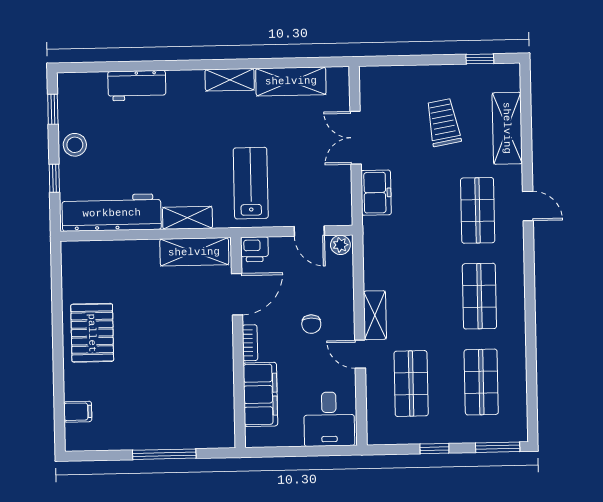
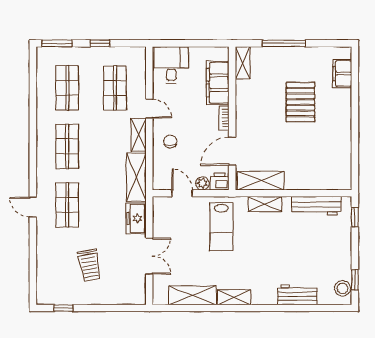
shelving: (507, 128) -> (136, 177), moved
stool: (75, 145) -> (342, 288), moved
window: (54, 178) -> (355, 217), moved
workbench: (112, 213) -> (316, 206), width x0.73, depth x0.76
plant: (340, 245) -> (202, 183), moved
chair: (311, 324) -> (170, 141), moved
pallet: (92, 333) -> (300, 102), moved
filing cabinet: (78, 412) -> (342, 74), width x2.00
shelving: (224, 425) -> (243, 63), added

